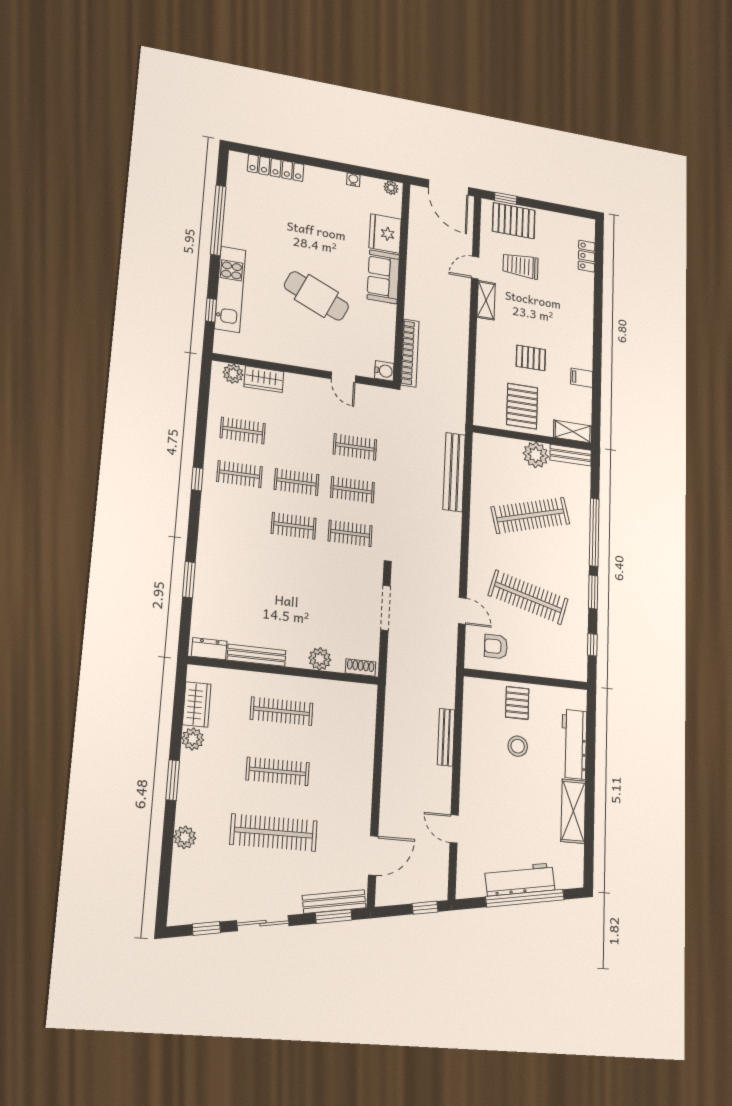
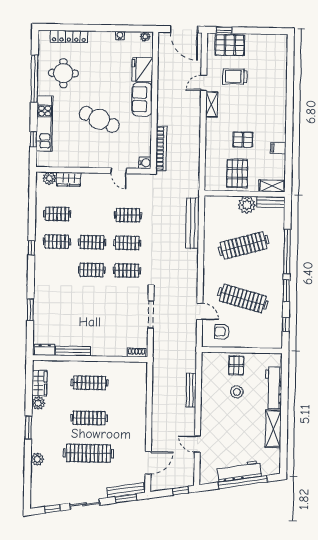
round table: (264, 219) -> (63, 73), added
locker: (587, 256) -> (282, 62), removed
plant: (320, 659) -> (111, 350), removed

